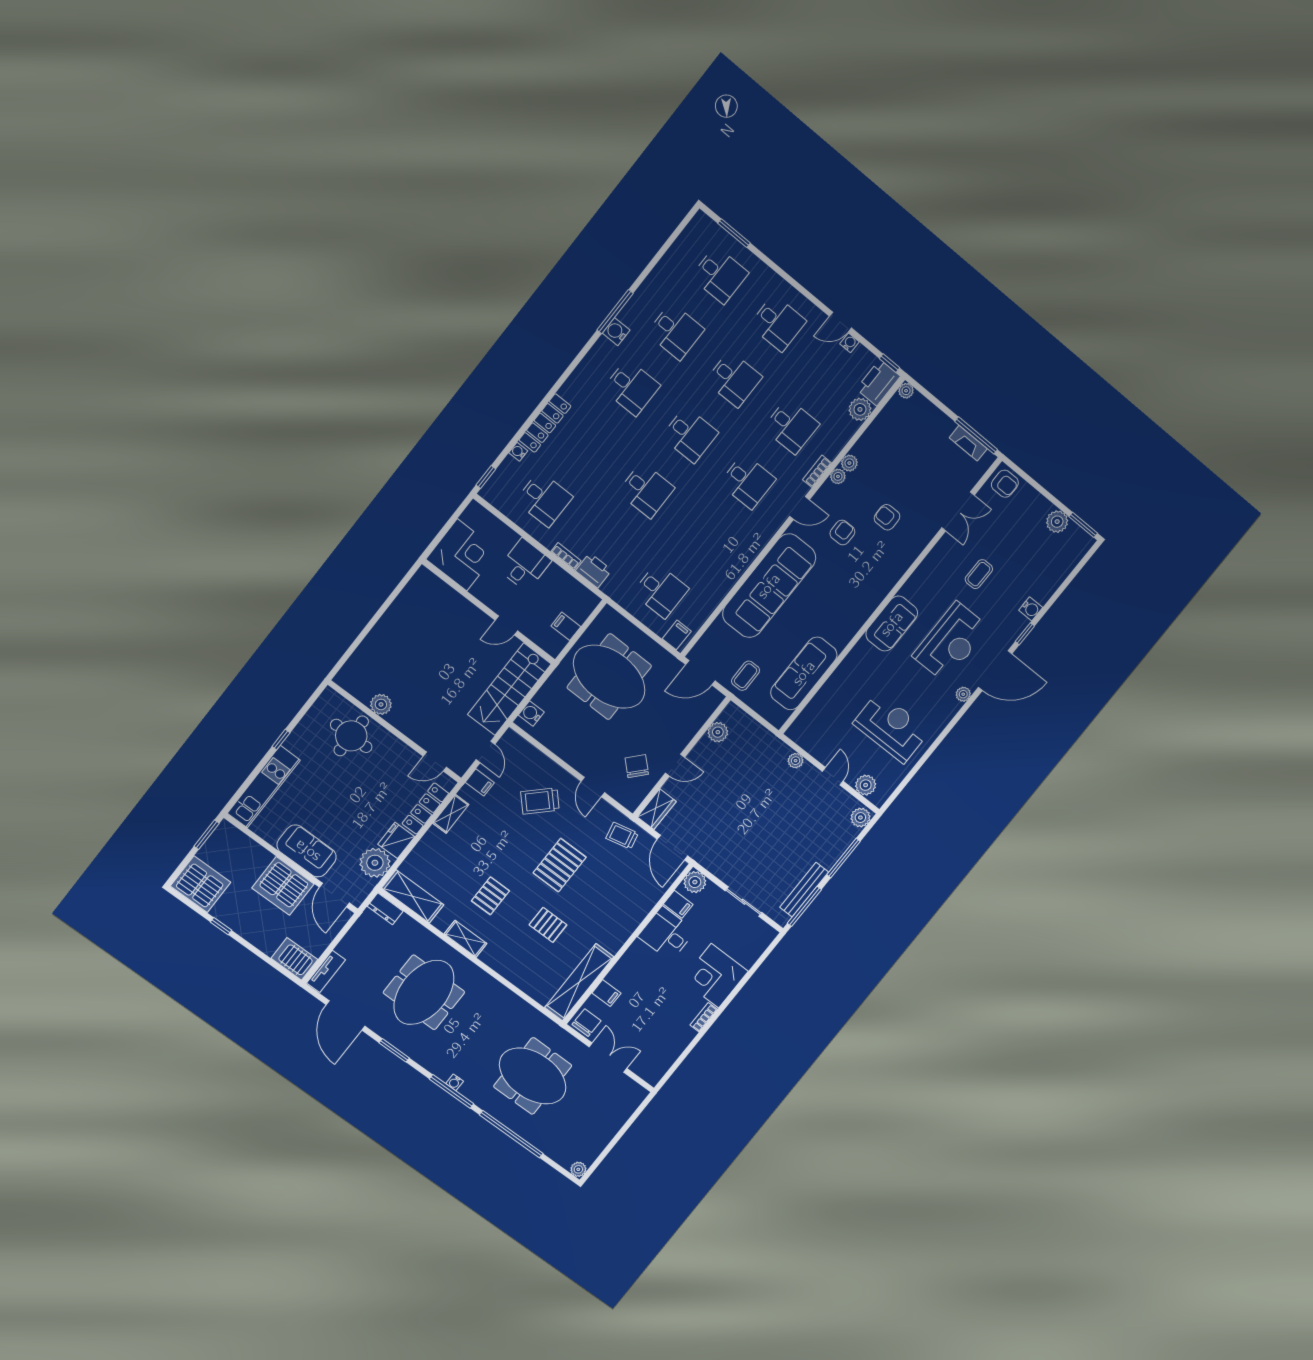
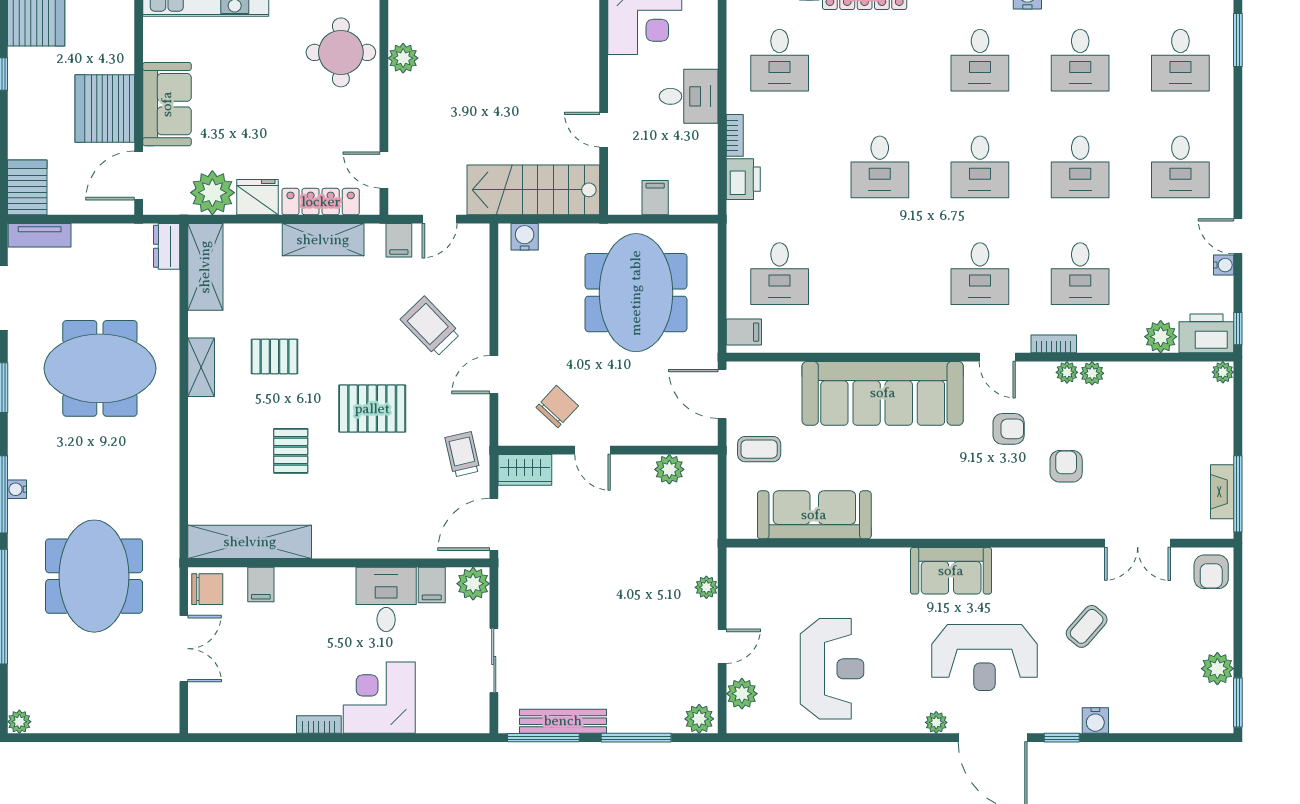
coffee table: (979, 574) -> (1087, 626), turned -49
shelving: (451, 814) -> (323, 240), width x1.50, depth x1.33

